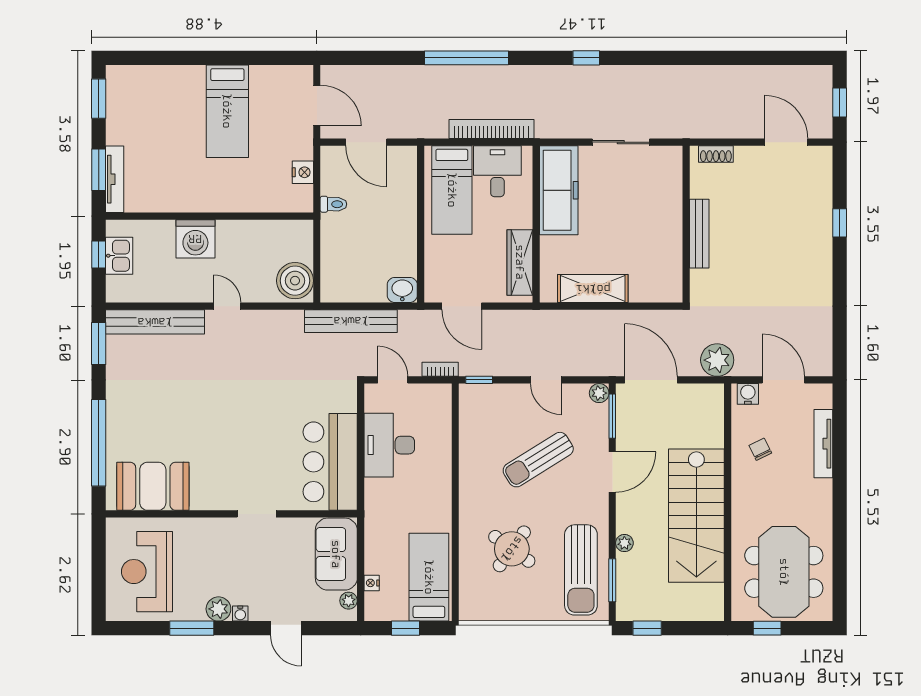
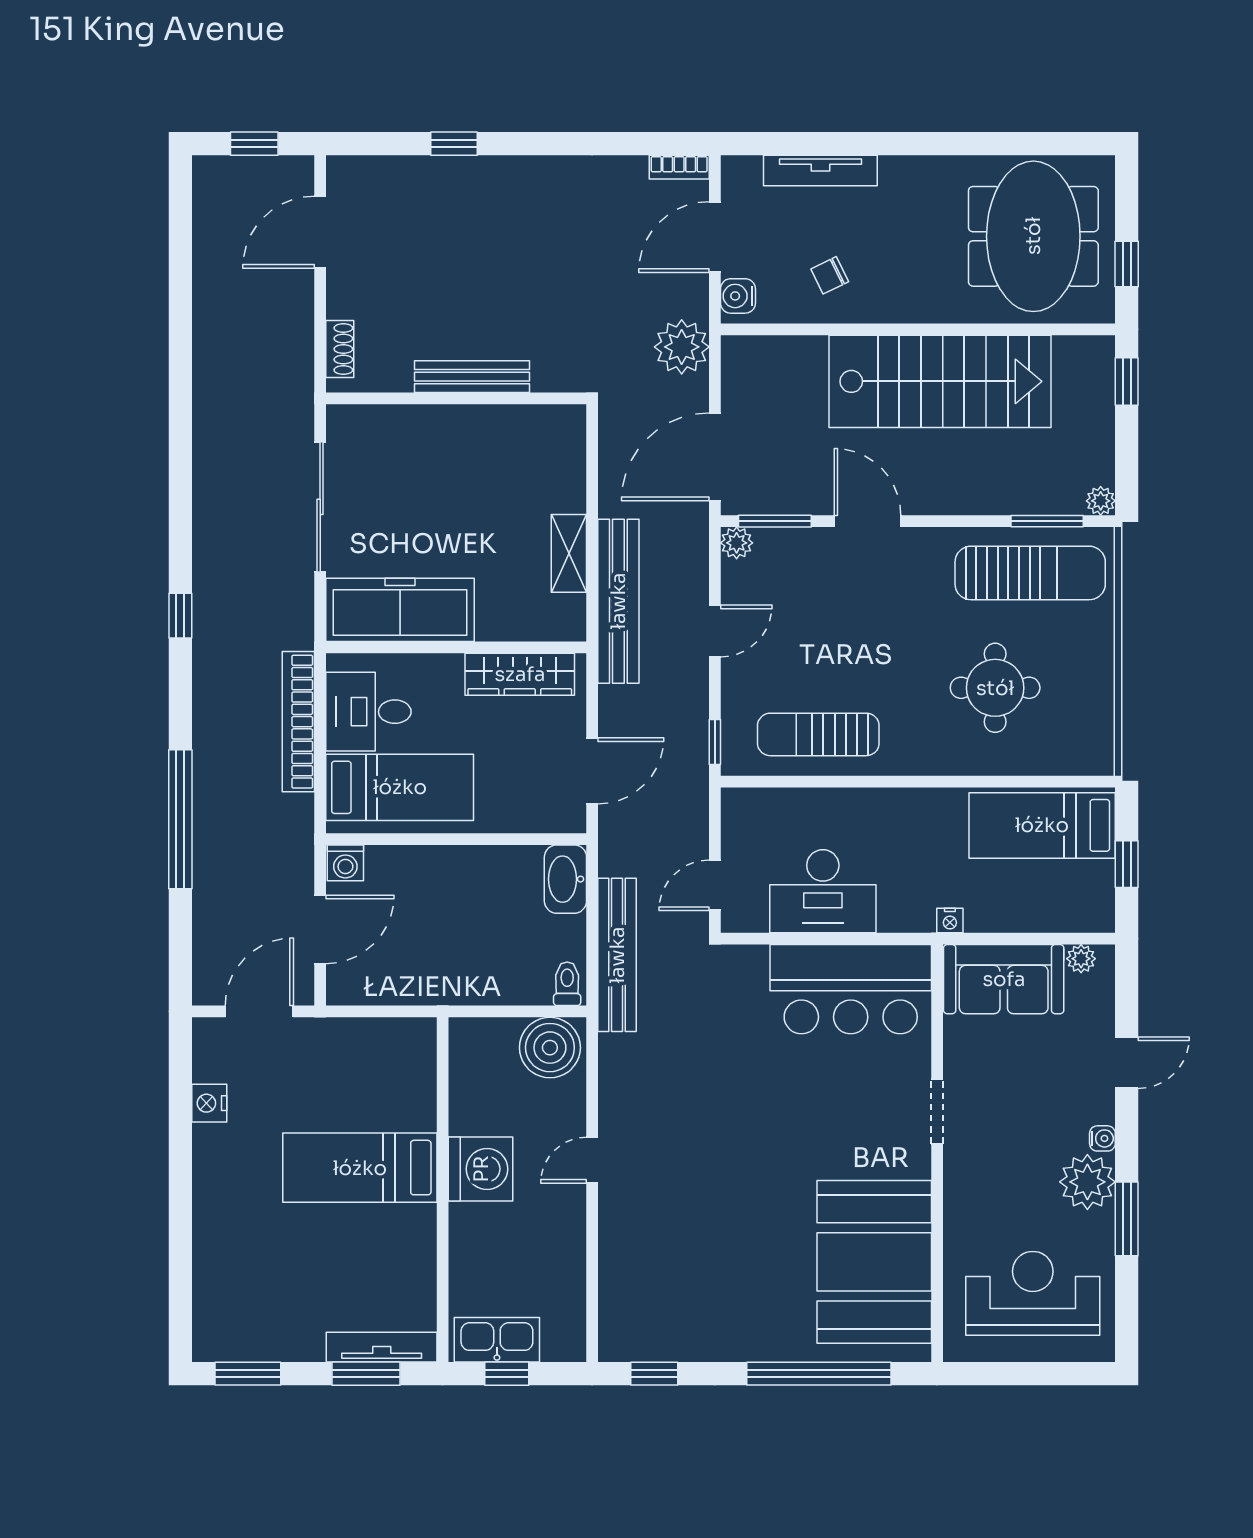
window: (466, 58) -> (180, 819), moved
window: (586, 58) -> (180, 616), moved
bed: (227, 111) -> (360, 1168), moved, turned 180
sliding door: (621, 142) -> (320, 507), width x1.37
washing machine: (406, 157) -> (345, 863), added
nightstand: (303, 172) -> (209, 1103), moved, turned -90
toilet: (333, 204) -> (567, 984), moved
washing machine: (195, 239) -> (481, 1169), moved
kitchen sink: (119, 256) -> (497, 1340), width x1.38
shelving: (593, 289) -> (569, 553), width x0.67, depth x0.75
washbasin: (402, 290) -> (565, 879), width x1.38
bench: (155, 322) -> (618, 601), moved
window: (99, 343) -> (654, 1374), width x0.67
bookcase: (440, 369) -> (679, 167), moved, turned -90
sun lounger: (538, 460) -> (818, 734), moved, turned 122
booth: (153, 486) -> (874, 1262), width x1.36, depth x1.42
plant: (624, 543) -> (1101, 501), moved
round table: (512, 549) -> (995, 688), turned -36
reception desk: (147, 572) -> (1033, 1293), turned 180
meeting table: (784, 572) -> (1033, 236), turned 90
nightstand: (372, 583) -> (950, 921), moved
plant: (218, 609) -> (1087, 1182), width x1.36, depth x1.36
window: (647, 628) -> (1127, 382), moved

